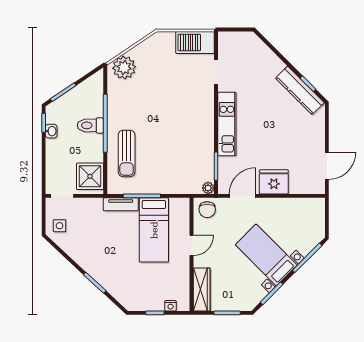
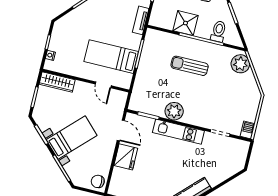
barbecue: (195, 43) -> (248, 130), width x0.53, depth x0.65
toilet: (90, 125) -> (219, 31), moved
sun lounger: (127, 153) -> (190, 66), moved
shower: (90, 176) -> (185, 23), moved
plant: (208, 188) -> (174, 111), moved, width x1.87, depth x1.87
tv unit: (121, 204) -> (141, 20), moved
chair: (207, 210) -> (98, 181), moved
door: (191, 245) -> (103, 85), moved

